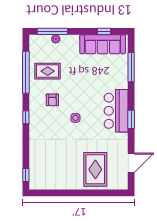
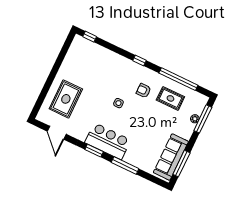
window: (104, 31) -> (181, 164), width x2.17
window: (131, 67) -> (125, 166), moved
rug: (48, 71) -> (170, 98), turned 90
rug: (95, 169) -> (66, 99), turned 90

